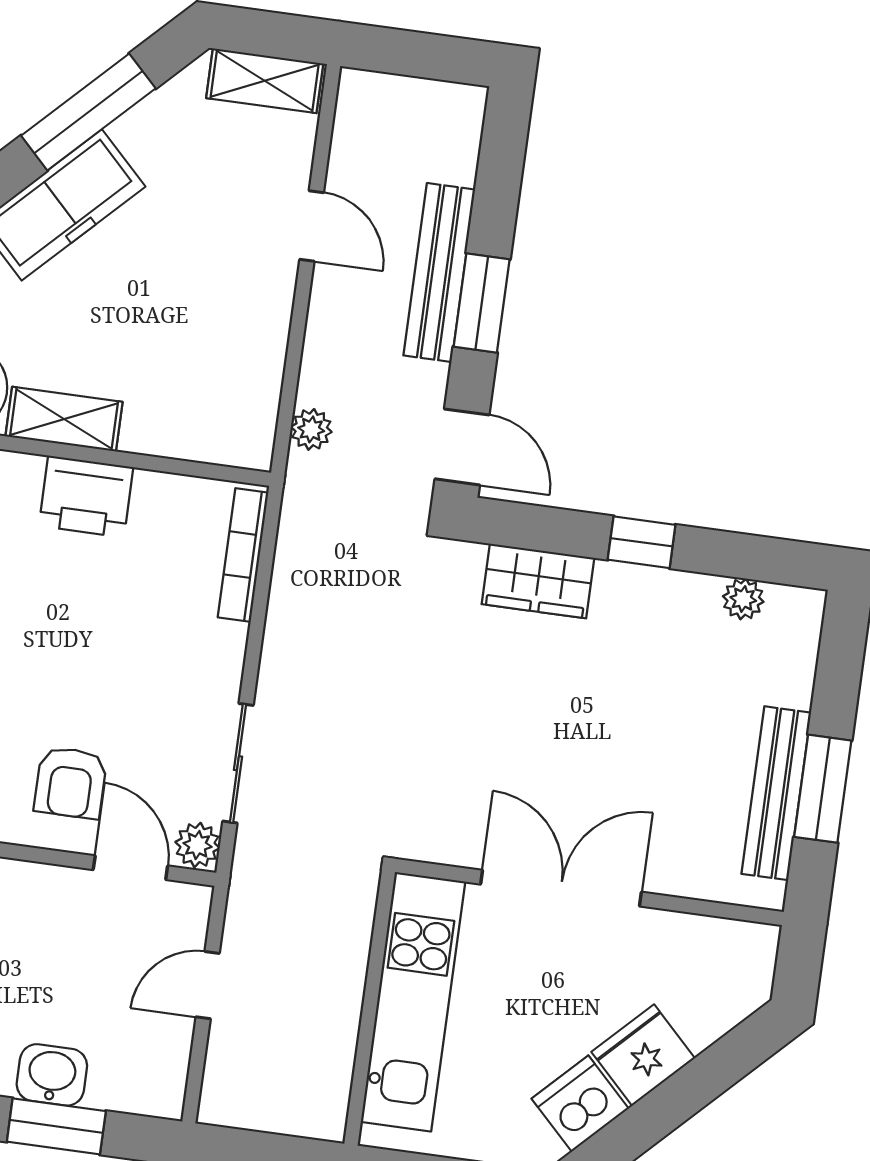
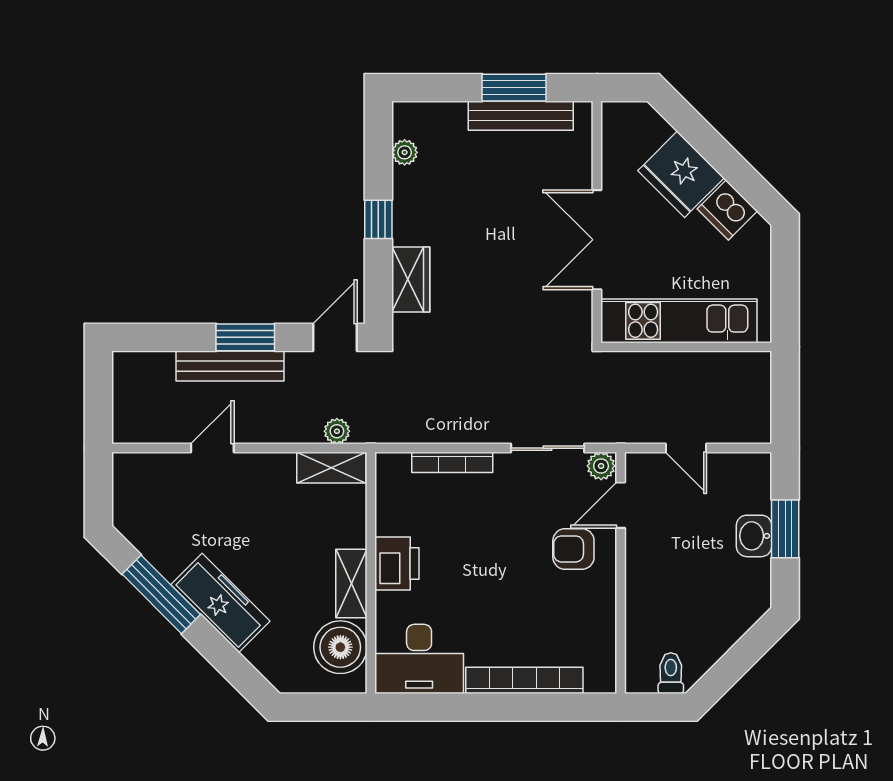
shelving: (265, 81) -> (331, 468), moved, turned 90
bookcase: (243, 555) -> (452, 462), moved
armchair: (71, 783) -> (573, 549), turned 180
fridge: (643, 1055) -> (681, 174), width x1.36, depth x1.34

